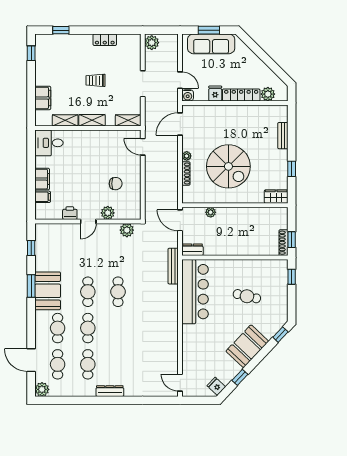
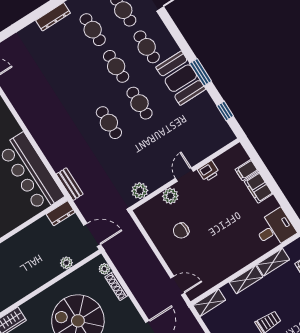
plant: (187, 156) -> (104, 269), moved
bench: (173, 266) -> (70, 184), width x0.73

